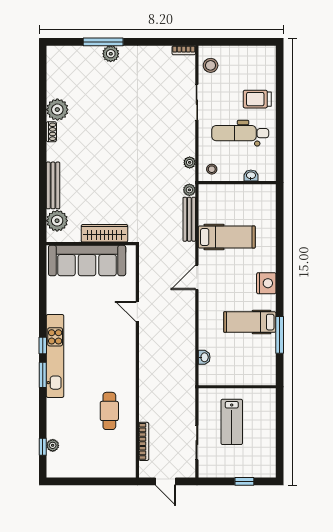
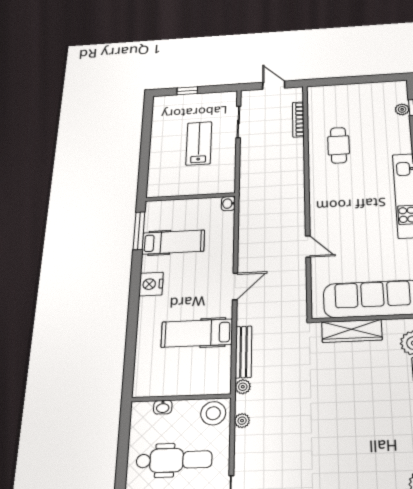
stool: (212, 169) -> (213, 413), width x1.89, depth x1.89
wall: (237, 387) -> (190, 197), moved

